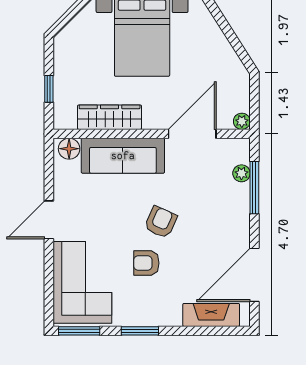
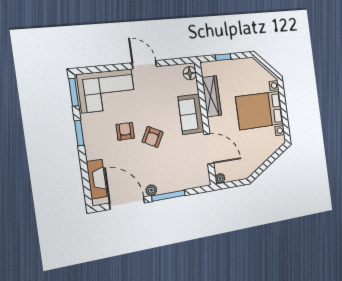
sofa: (123, 156) -> (191, 114), width x0.73
plant: (241, 173) -> (151, 190), moved
window: (254, 188) -> (168, 196), moved
armchair: (161, 222) -> (153, 137), turned 94

